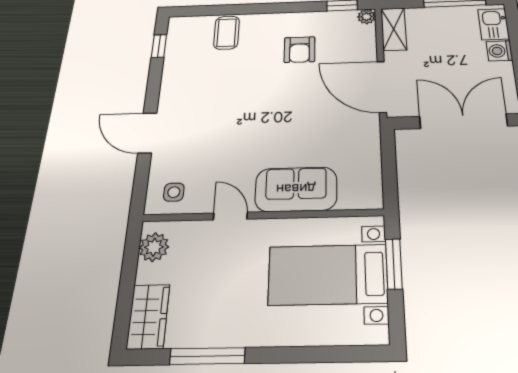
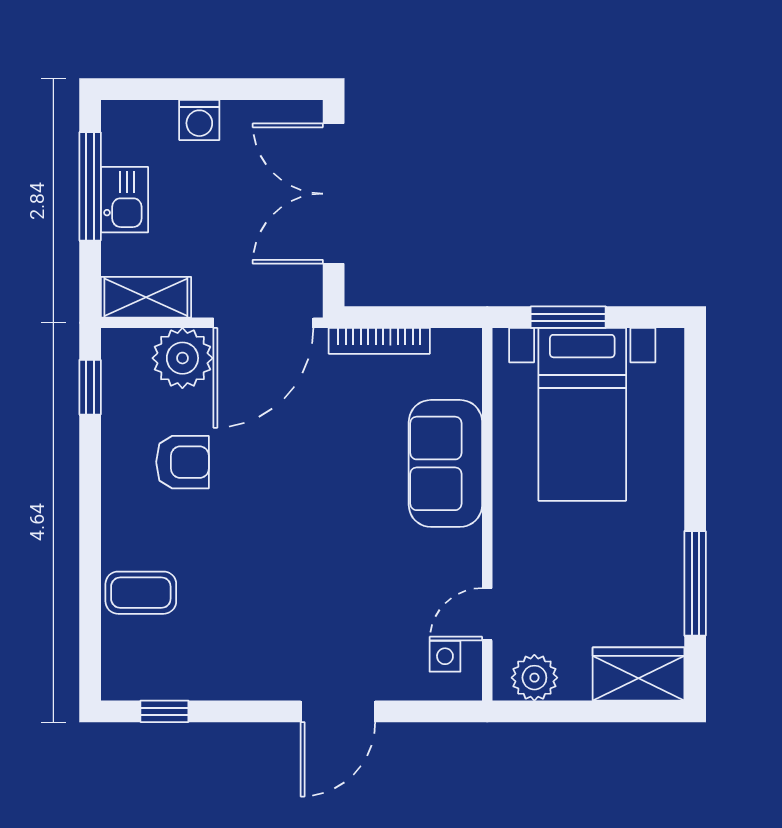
plant: (366, 17) -> (182, 358), moved, width x1.88, depth x1.88
kitchen sink: (494, 24) -> (125, 200), moved, turned -90
bookcase: (373, 149) -> (379, 341), added
door: (230, 216) -> (487, 614), moved

